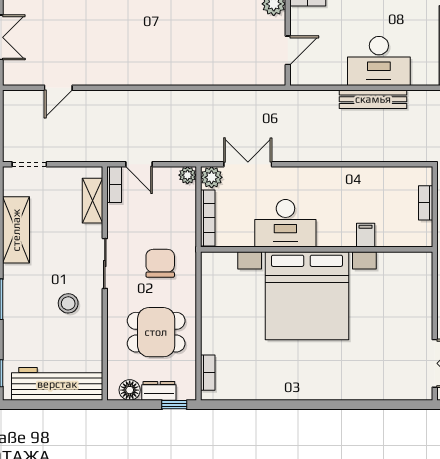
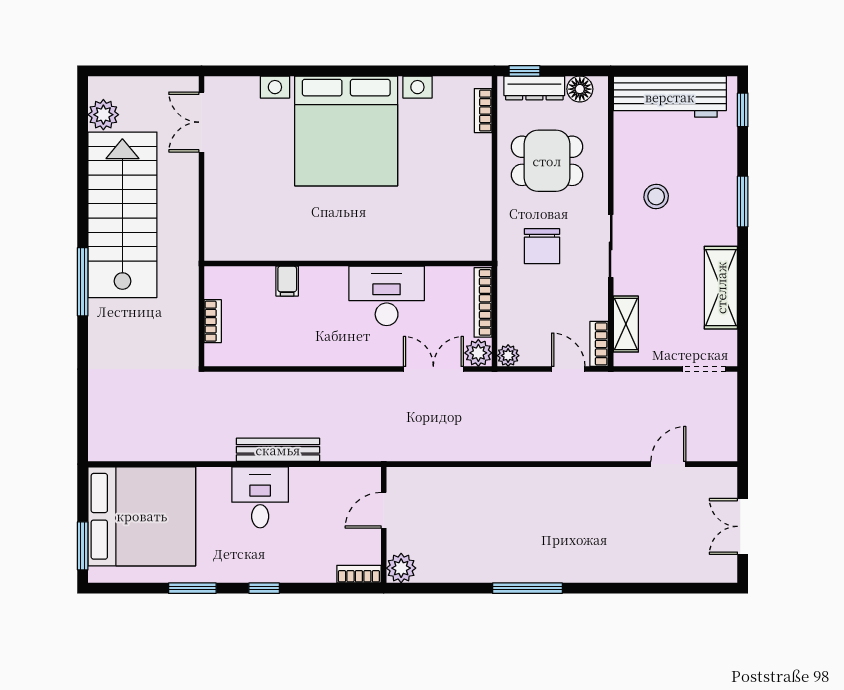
desk: (379, 61) -> (260, 497), width x0.73
double door: (248, 164) -> (433, 369), swing flipped
bed with nightstands: (307, 296) -> (346, 131), moved, turned 180
dresser: (159, 391) -> (534, 88), width x1.44

